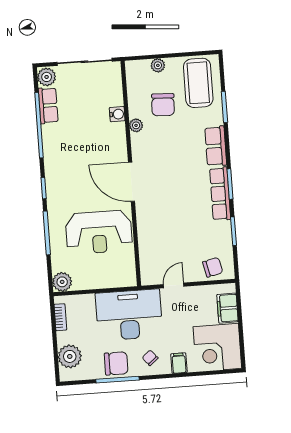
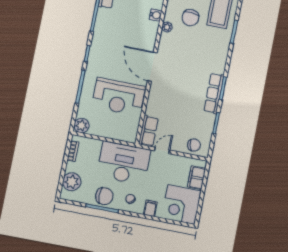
row of seats: (216, 146) -> (148, 131), moved, turned 180

